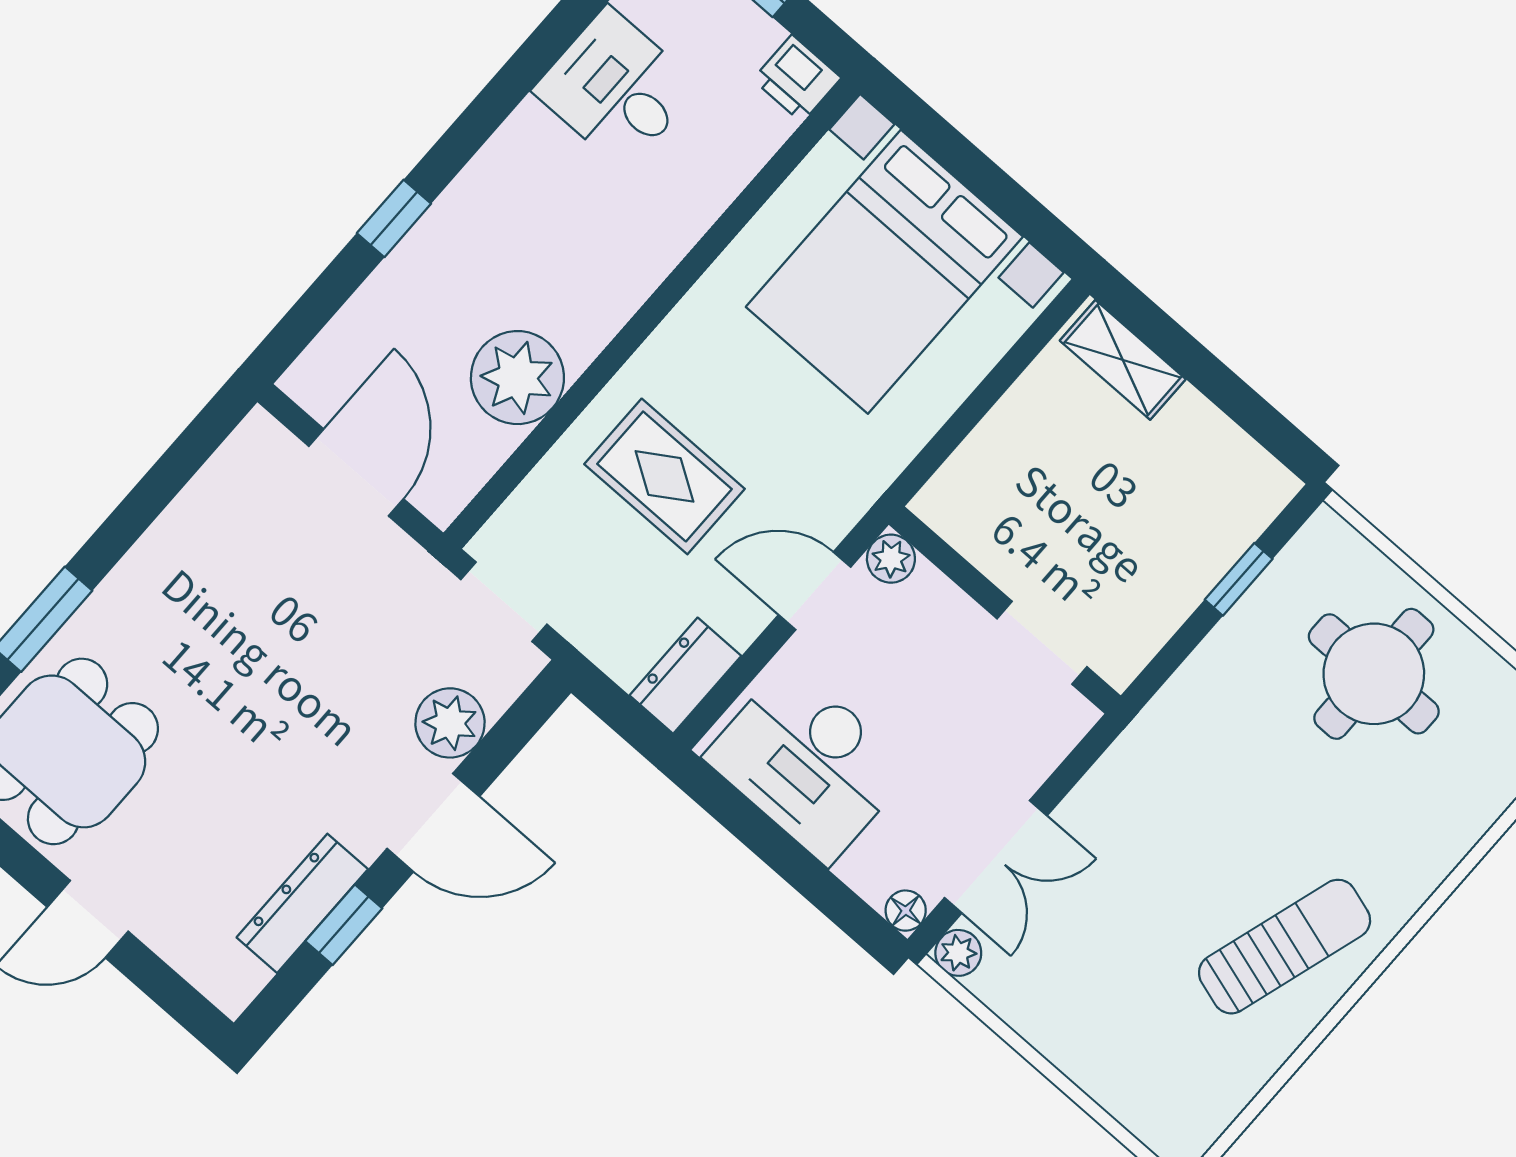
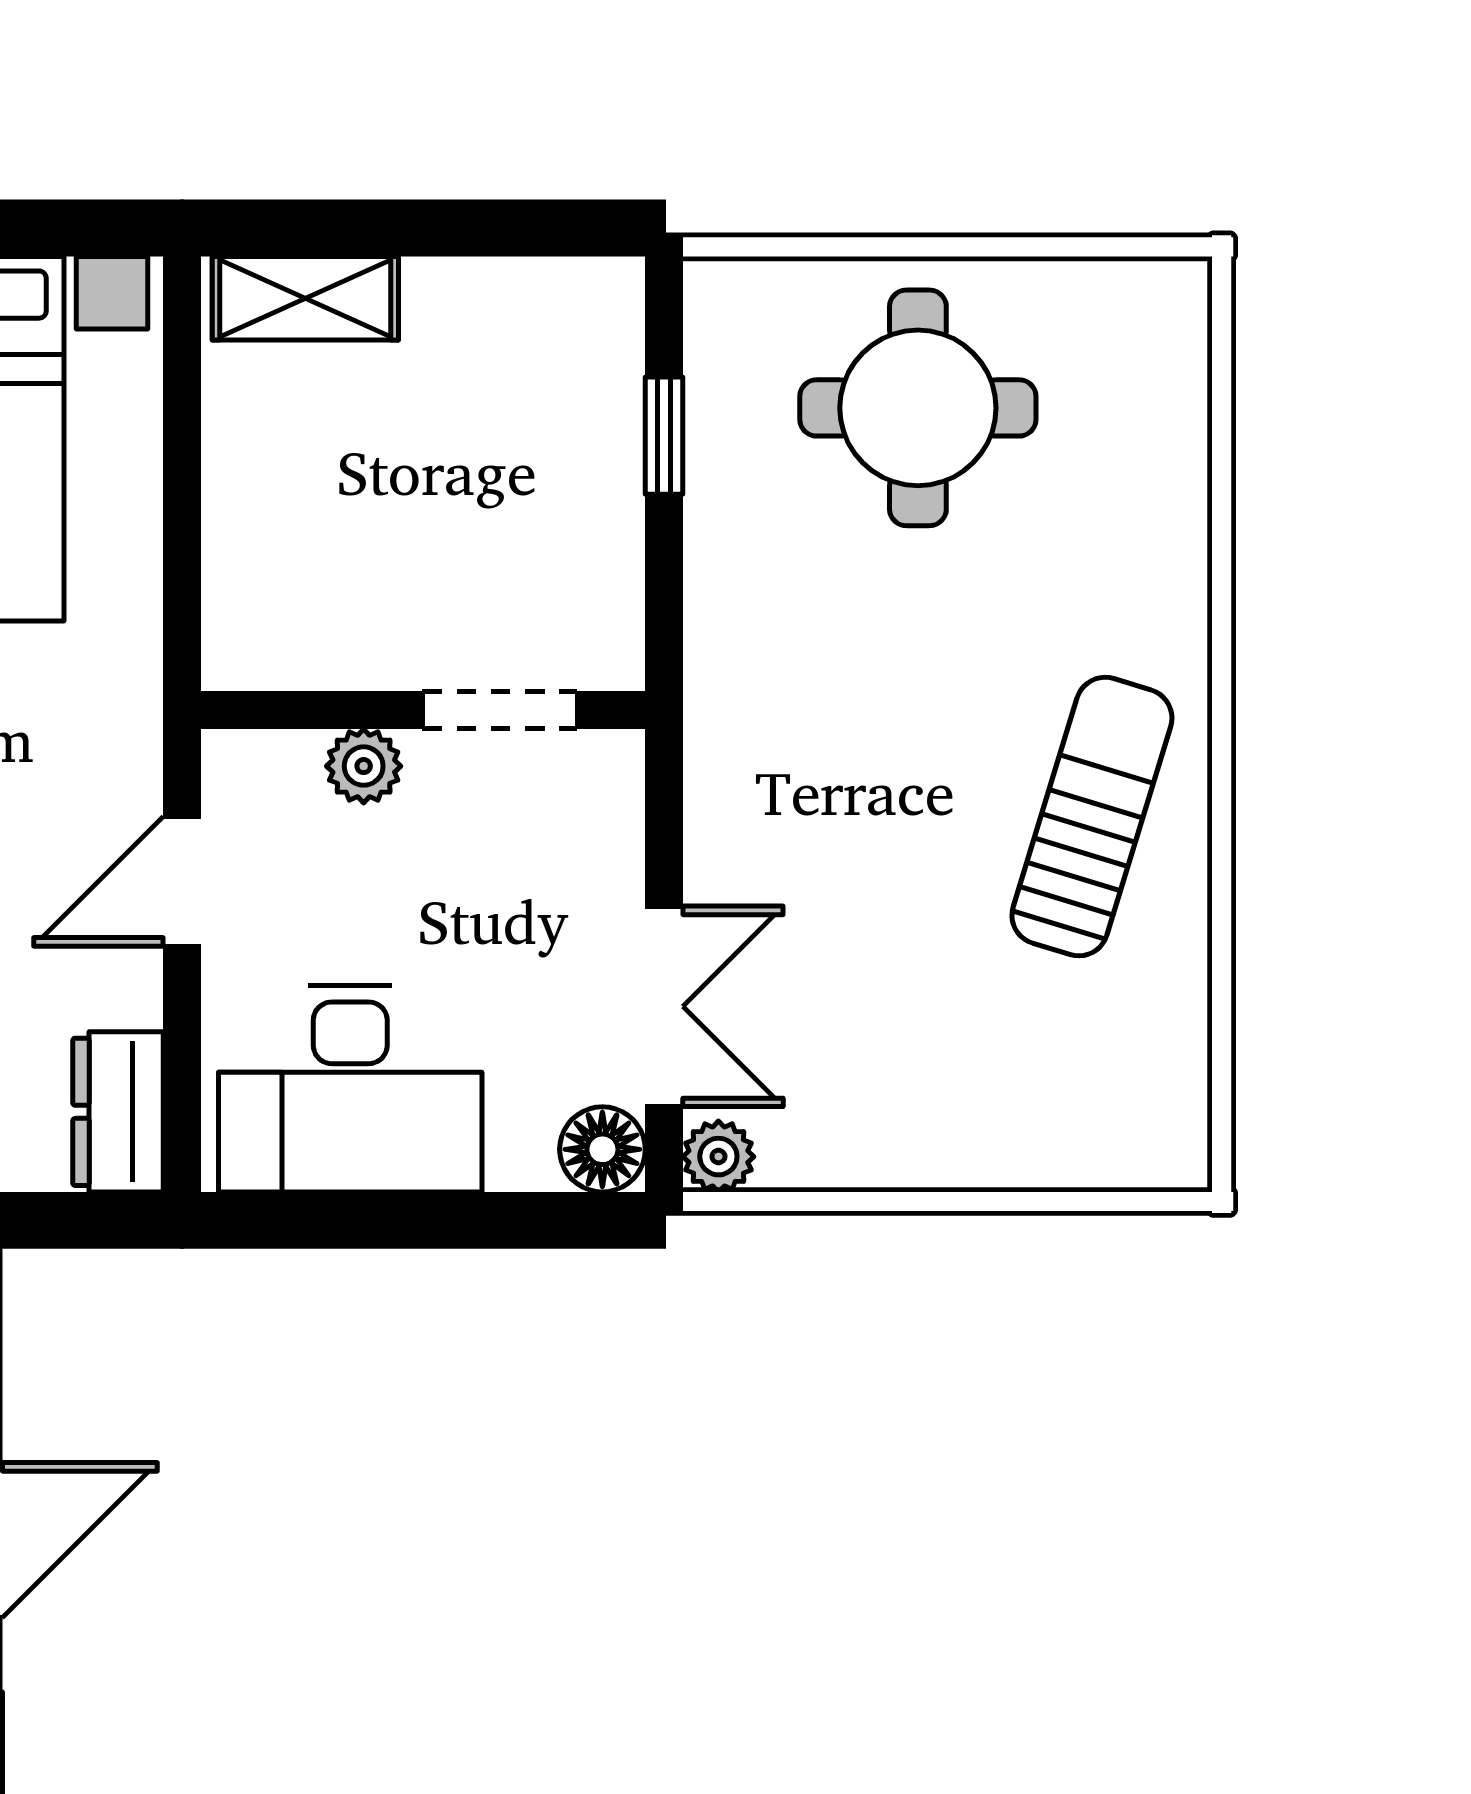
plant: (891, 559) -> (364, 766), moved
floor lamp: (906, 911) -> (602, 1149), width x1.37, depth x1.37

